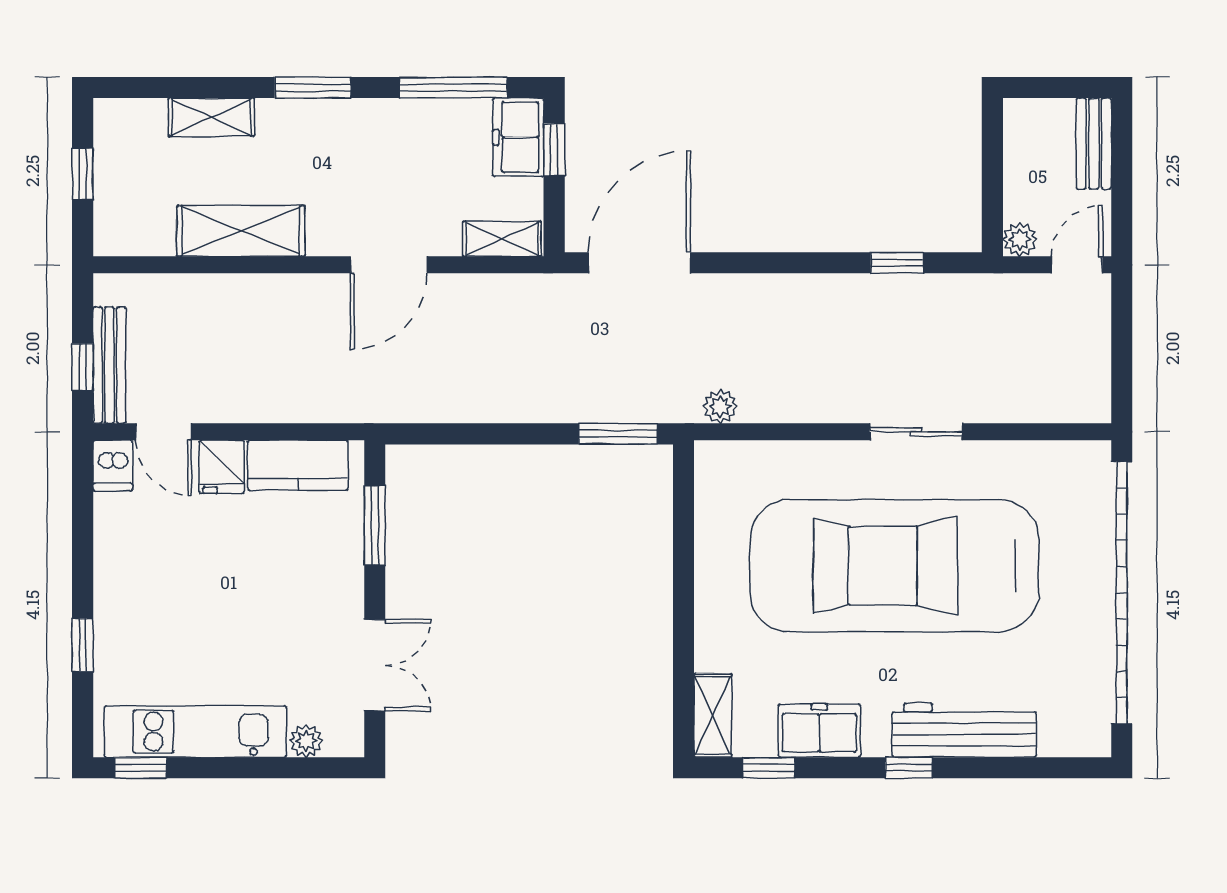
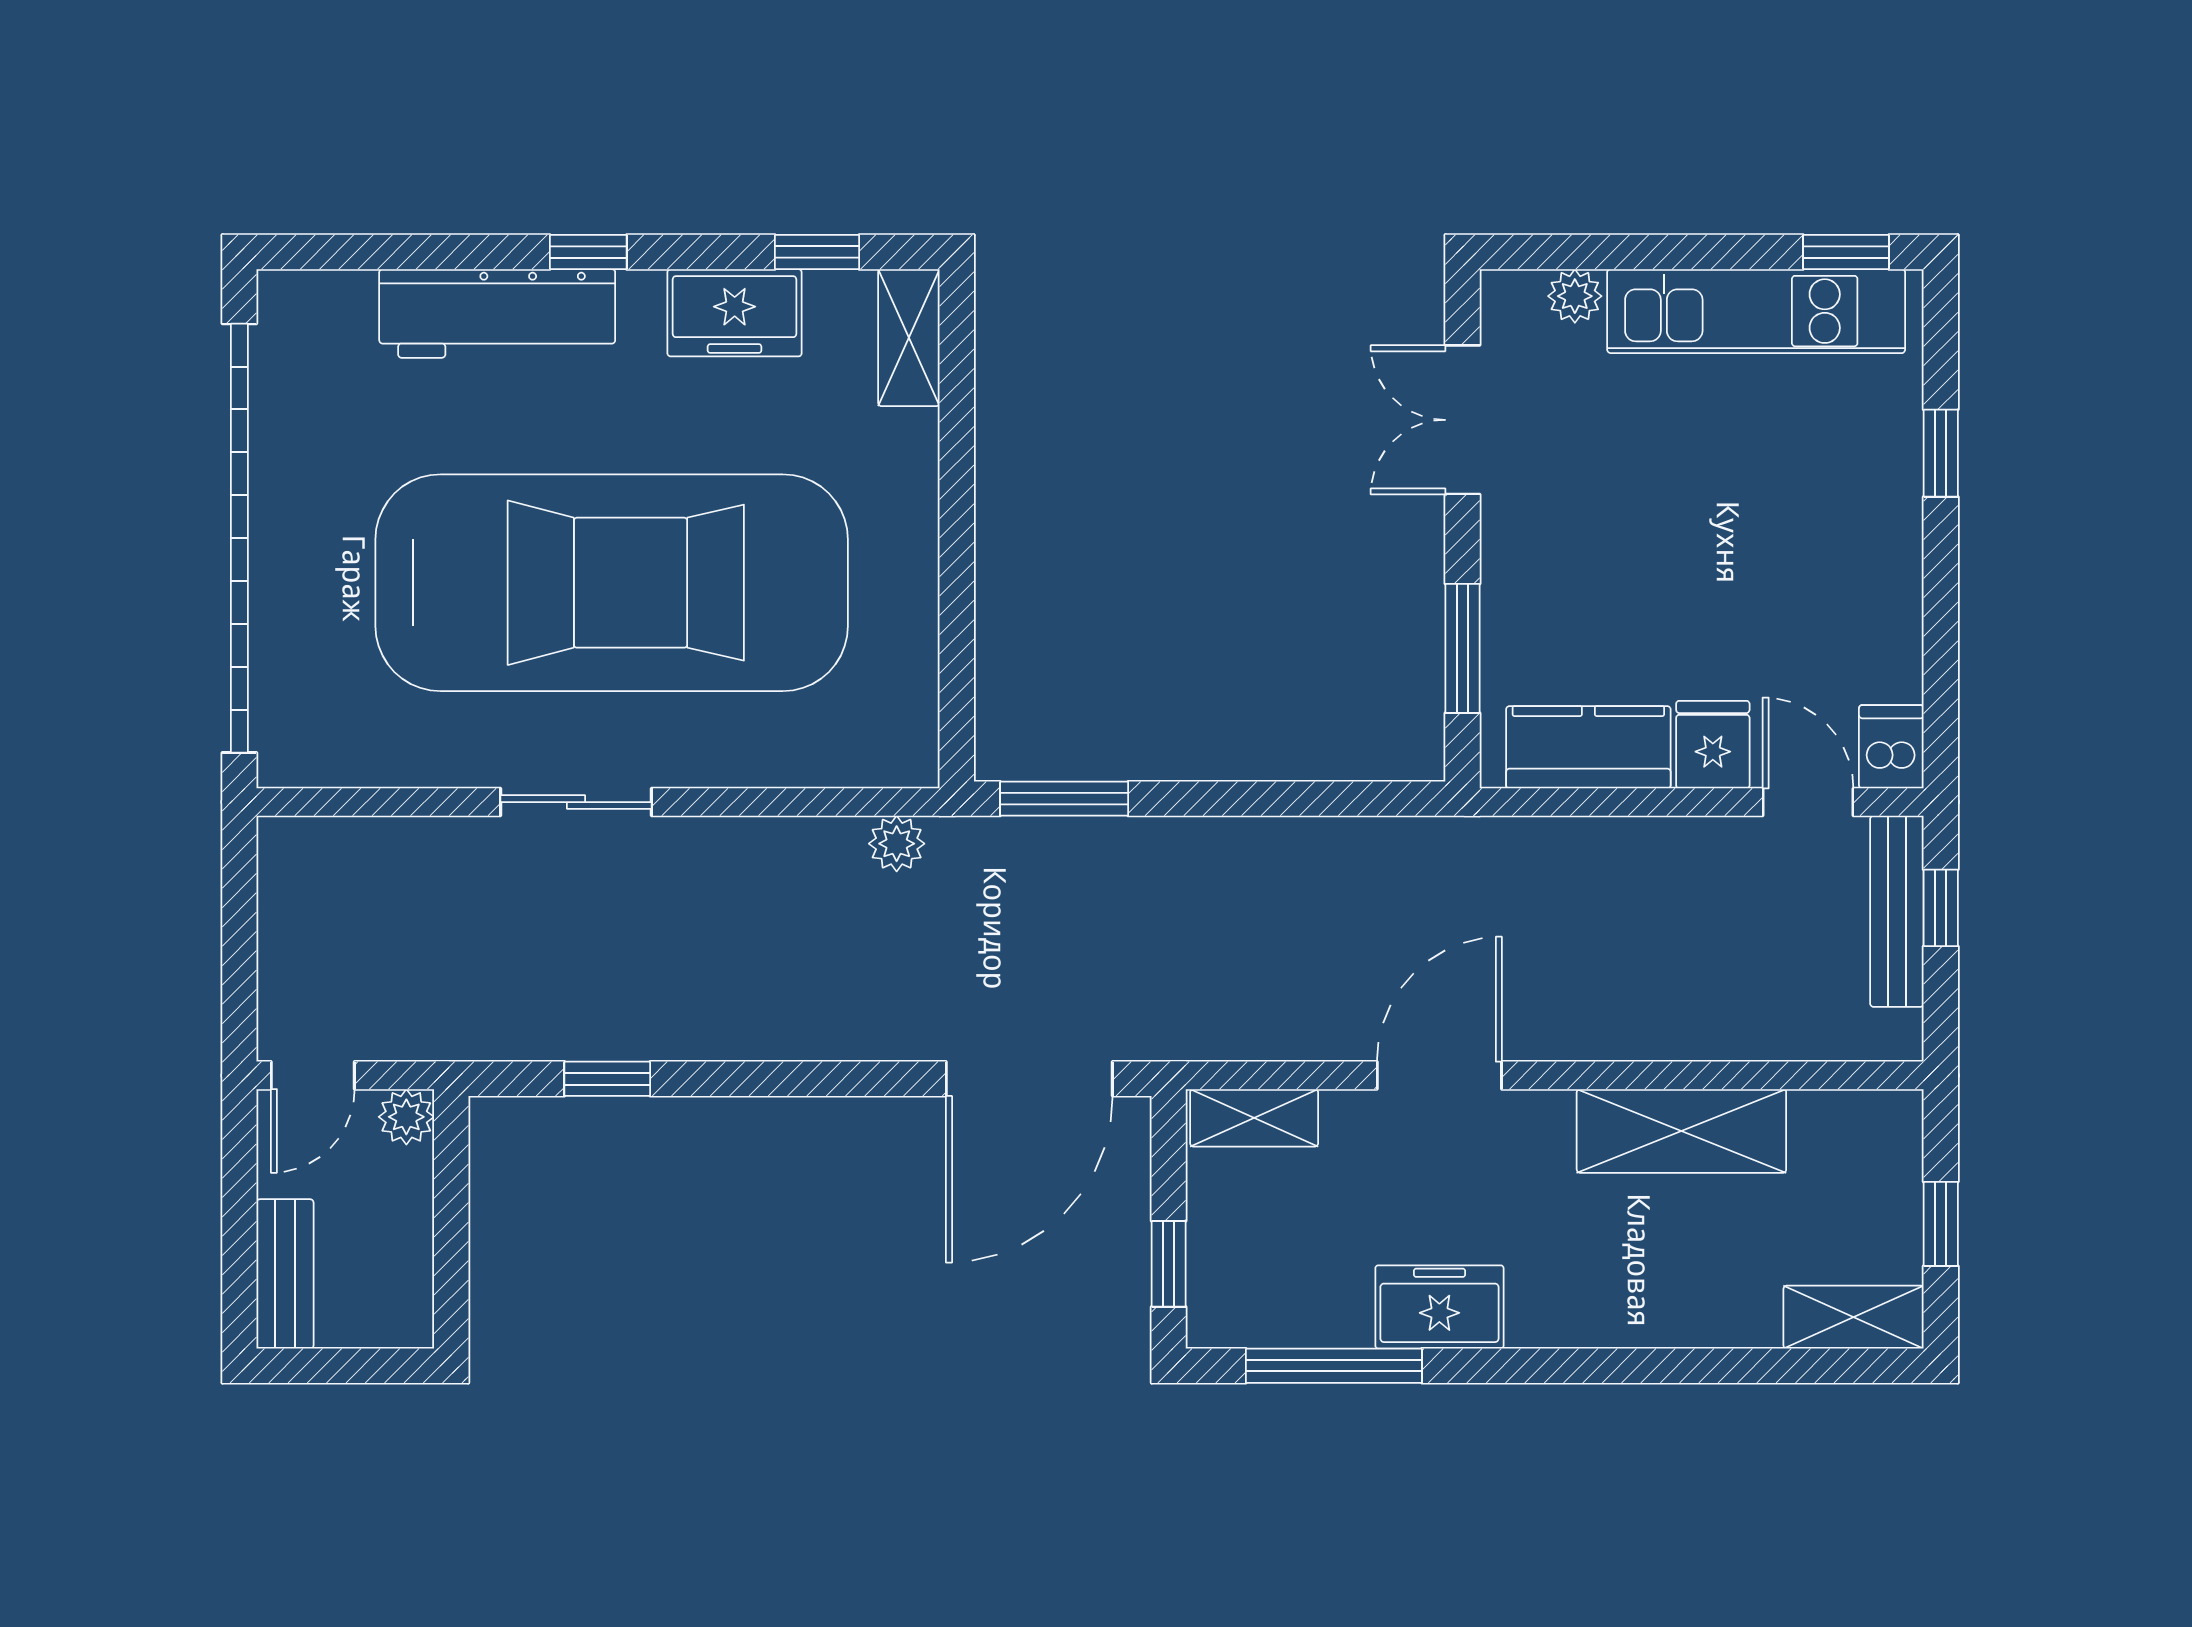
window: (313, 87) -> (1564, 1366), removed
shelving: (211, 117) -> (1854, 1317), moved
freezer: (518, 137) -> (1439, 1307), moved, turned -90

